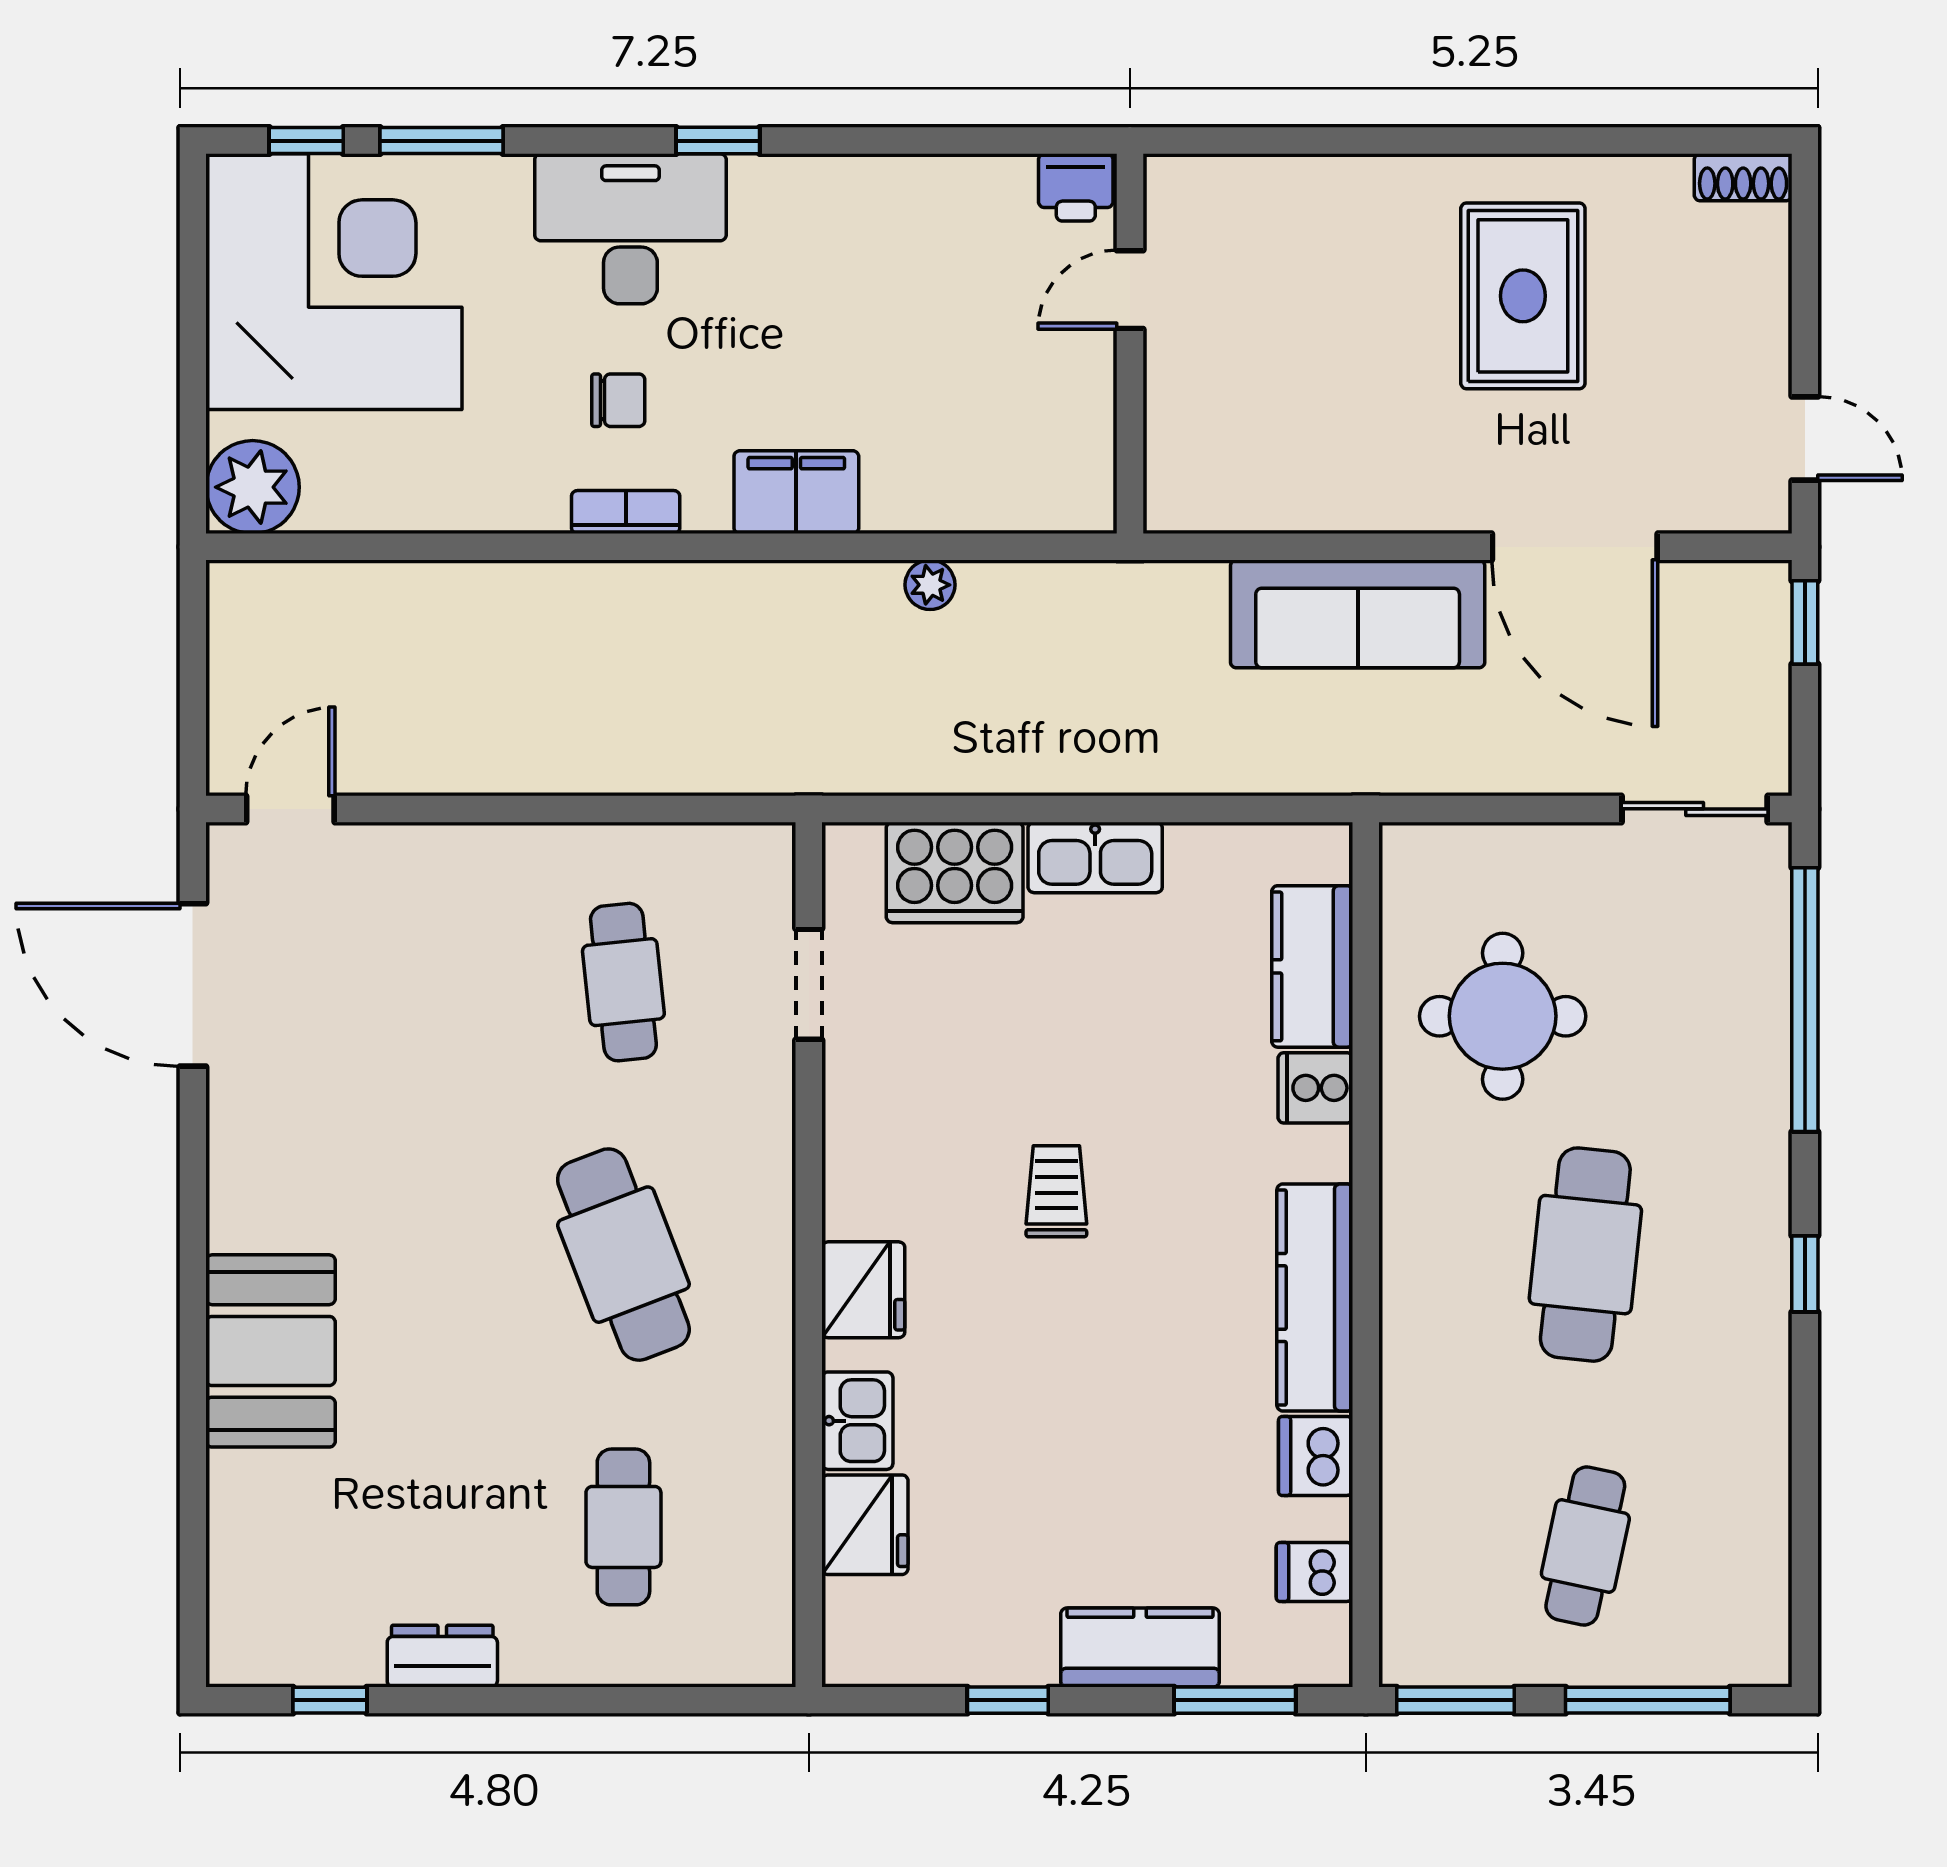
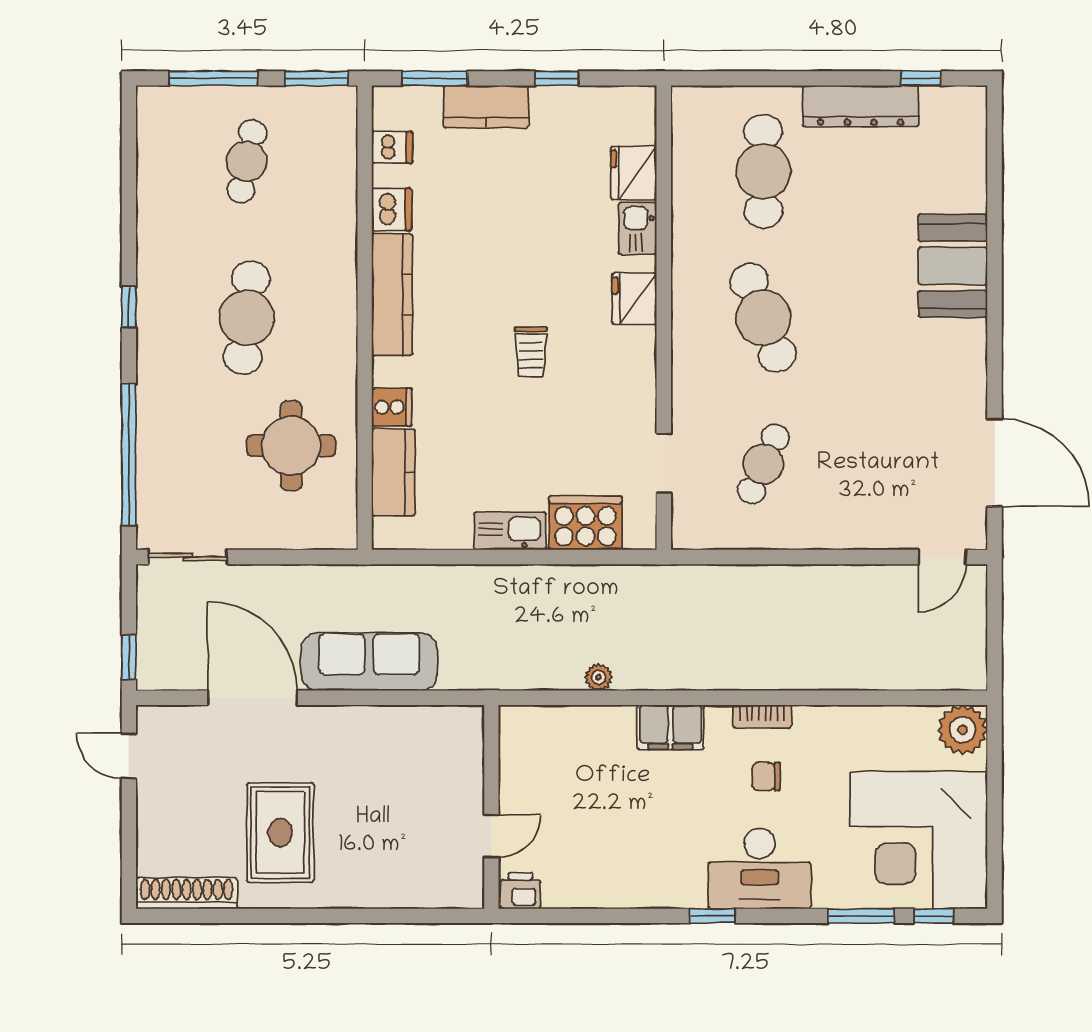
shoe rack: (1743, 177) -> (187, 893), width x1.94, depth x1.24
cafe table: (623, 982) -> (763, 464), turned 30
cafe table: (623, 1527) -> (763, 171), width x1.37, depth x1.35
dresser: (442, 1656) -> (861, 106), width x1.96, depth x1.24

